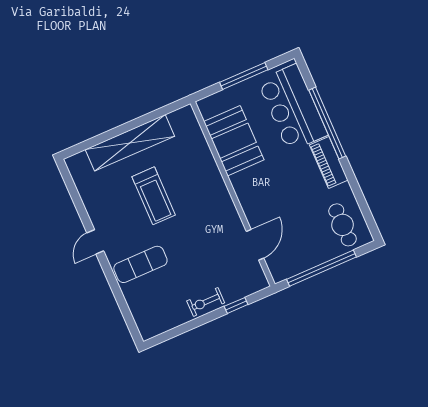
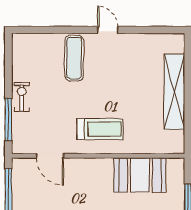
treadmill: (154, 196) -> (100, 129), moved, turned 180
window: (236, 305) -> (8, 120), width x2.17

